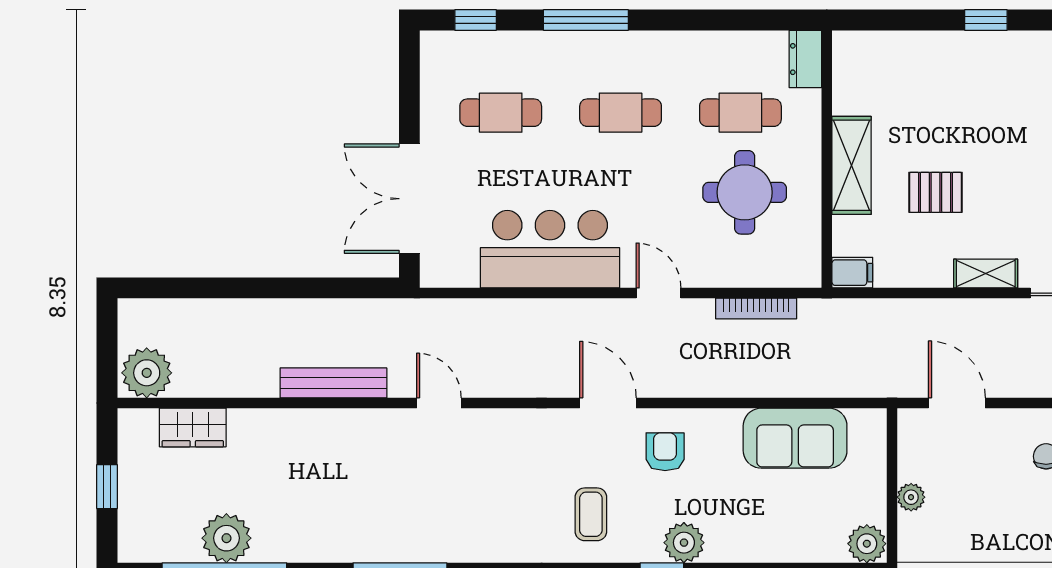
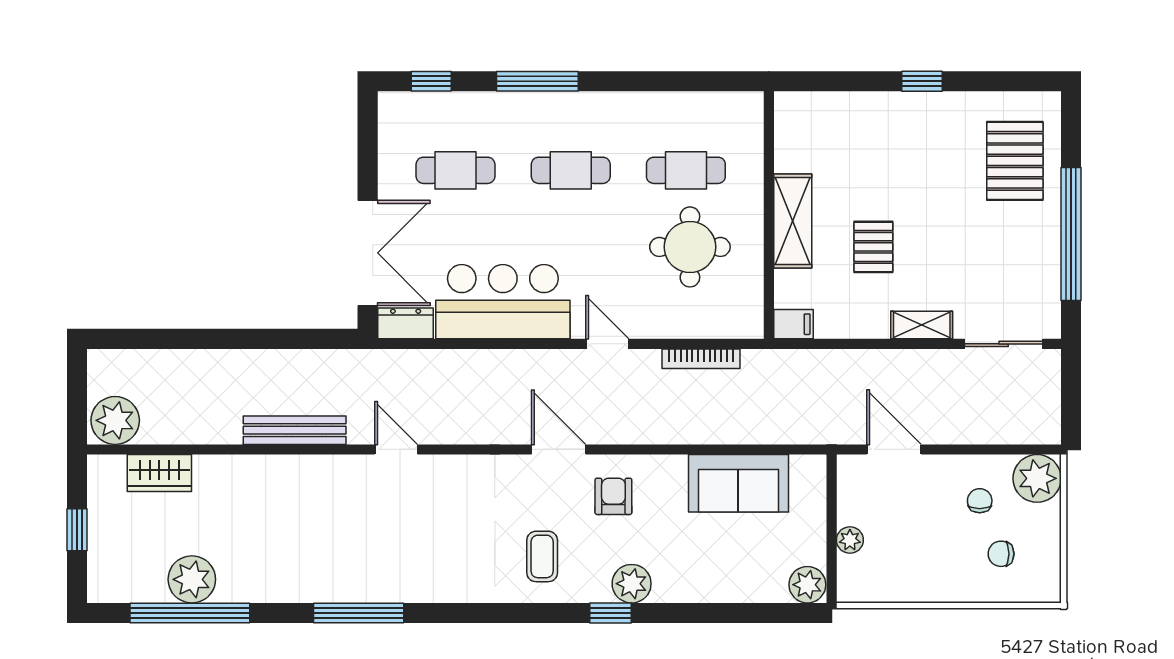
dresser: (805, 59) -> (406, 323), moved, turned 90
pallet: (935, 192) -> (873, 247), turned 90
double door: (409, 199) -> (368, 253), swing flipped

